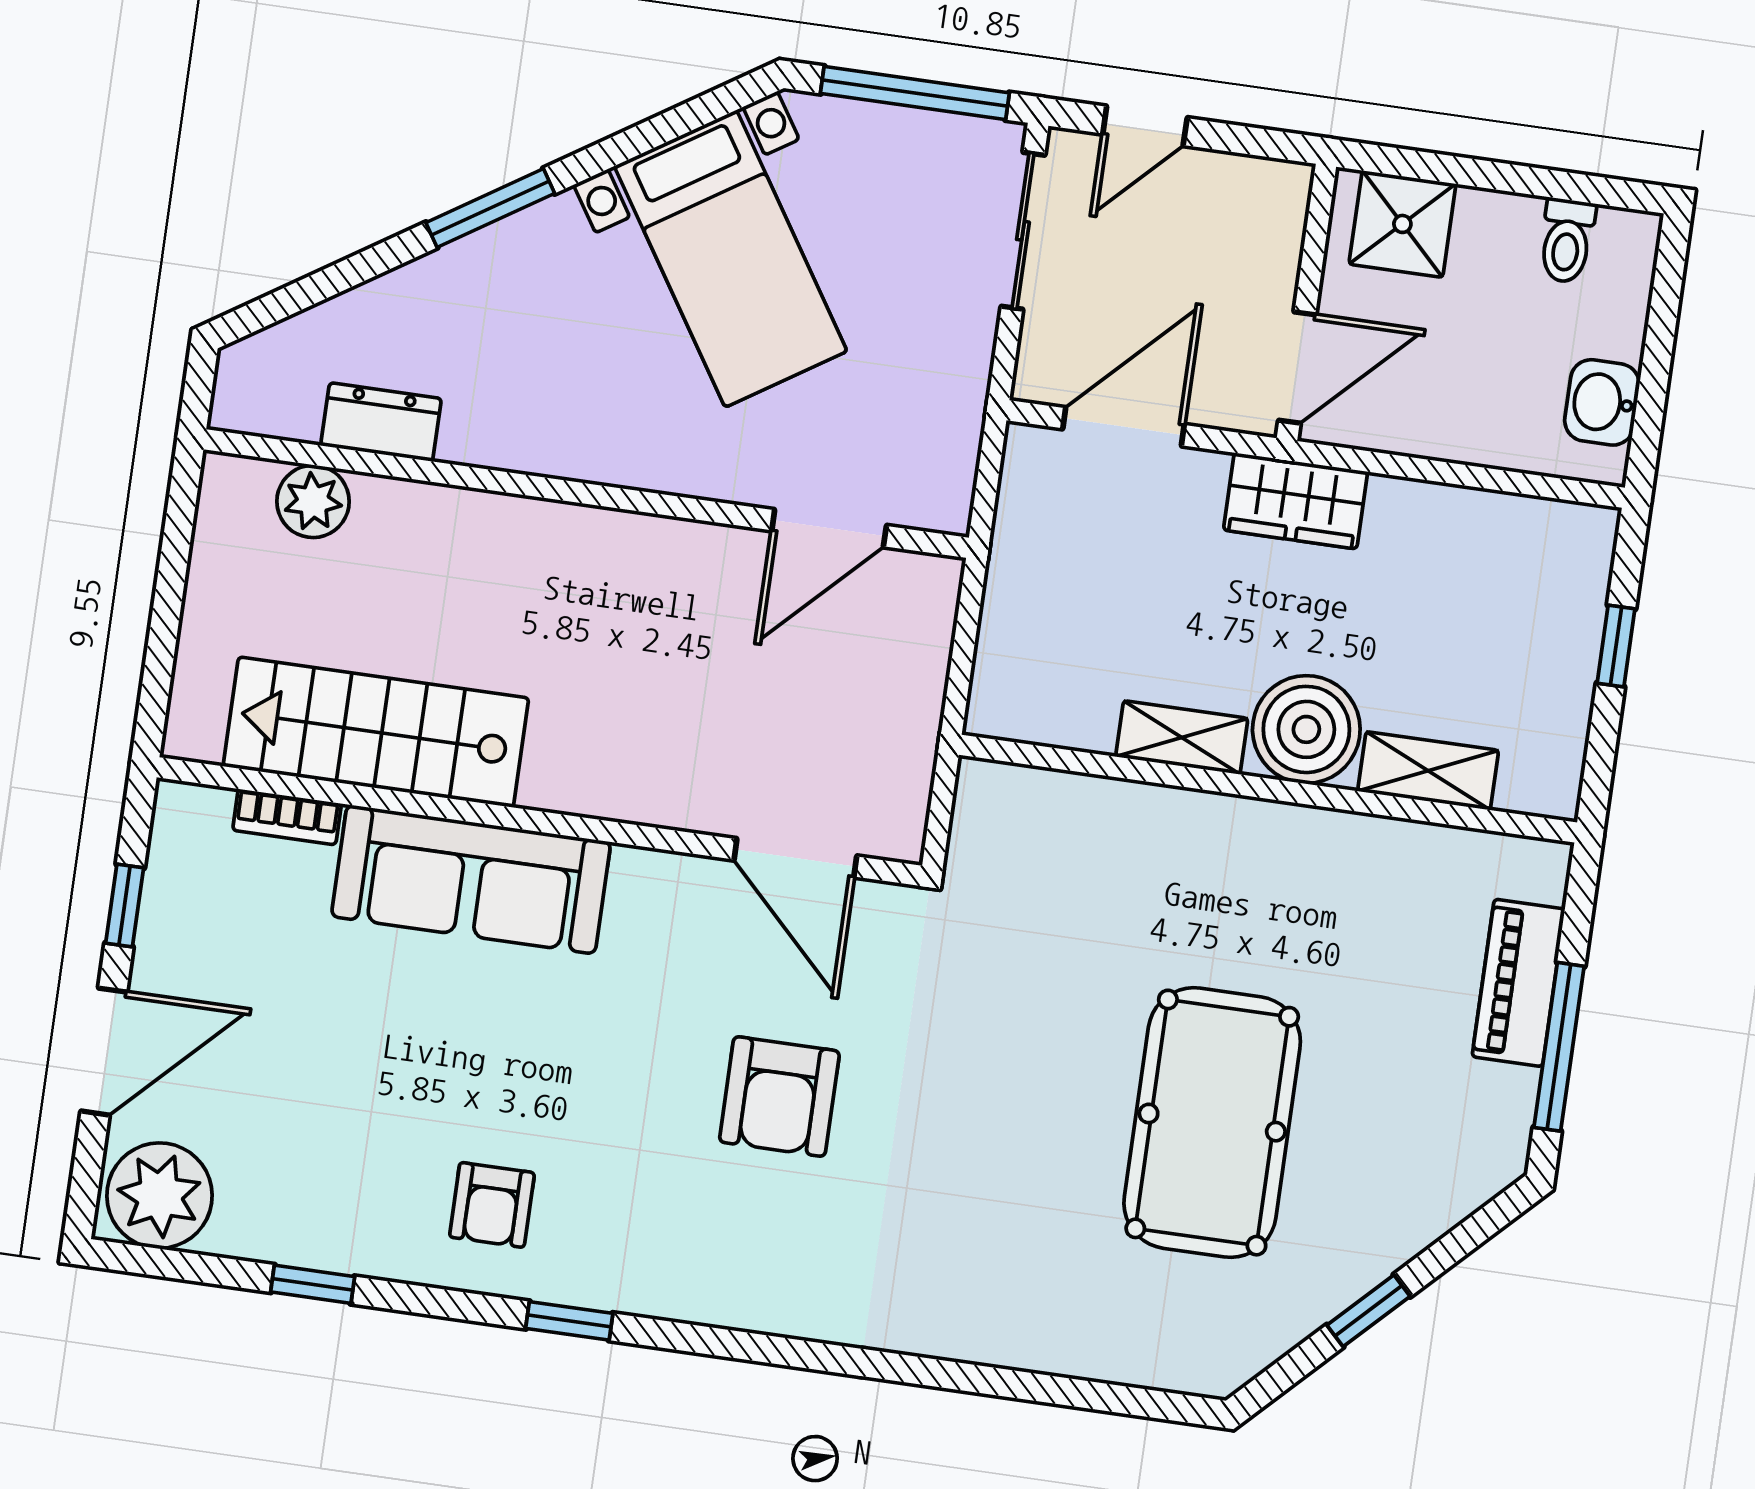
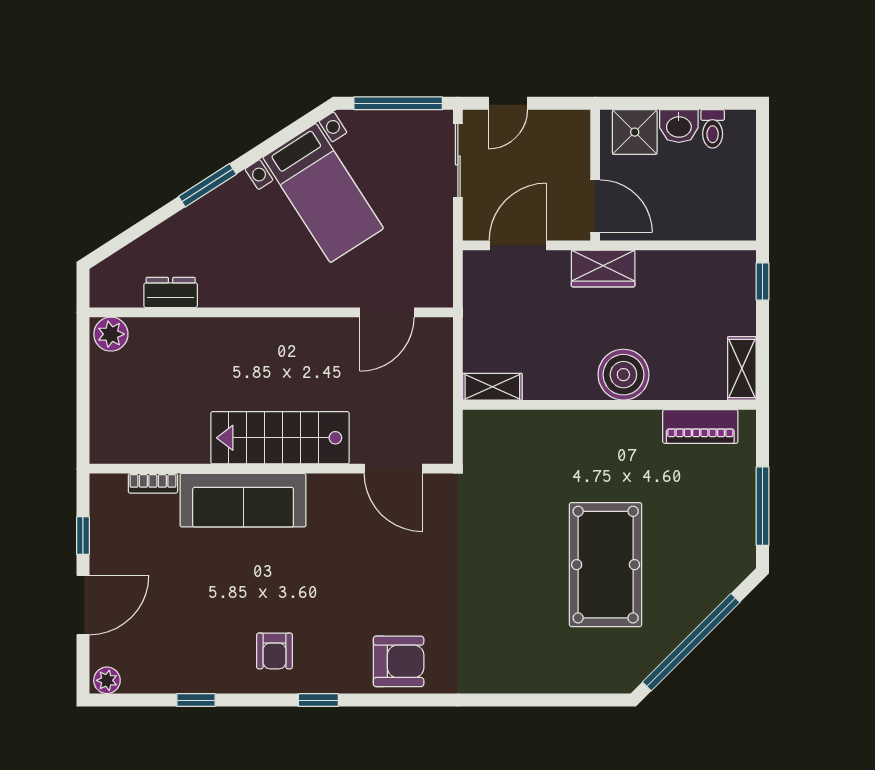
door: (1297, 368) -> (595, 206), hinge flipped
washbasin: (1602, 402) -> (679, 126), moved, turned -90
plant: (313, 501) -> (111, 334), moved
window: (1616, 646) -> (763, 281), moved
stairs: (376, 732) -> (280, 438), moved
shelving: (1182, 738) -> (492, 387), moved
shelving: (1428, 771) -> (742, 368), moved, turned 90
piano: (1518, 983) -> (700, 426), moved, turned -90
armchair: (779, 1096) -> (399, 661), moved, turned -90
plant: (160, 1196) -> (107, 680), width x0.53, depth x0.53
window: (1369, 1311) -> (691, 642), width x3.17

